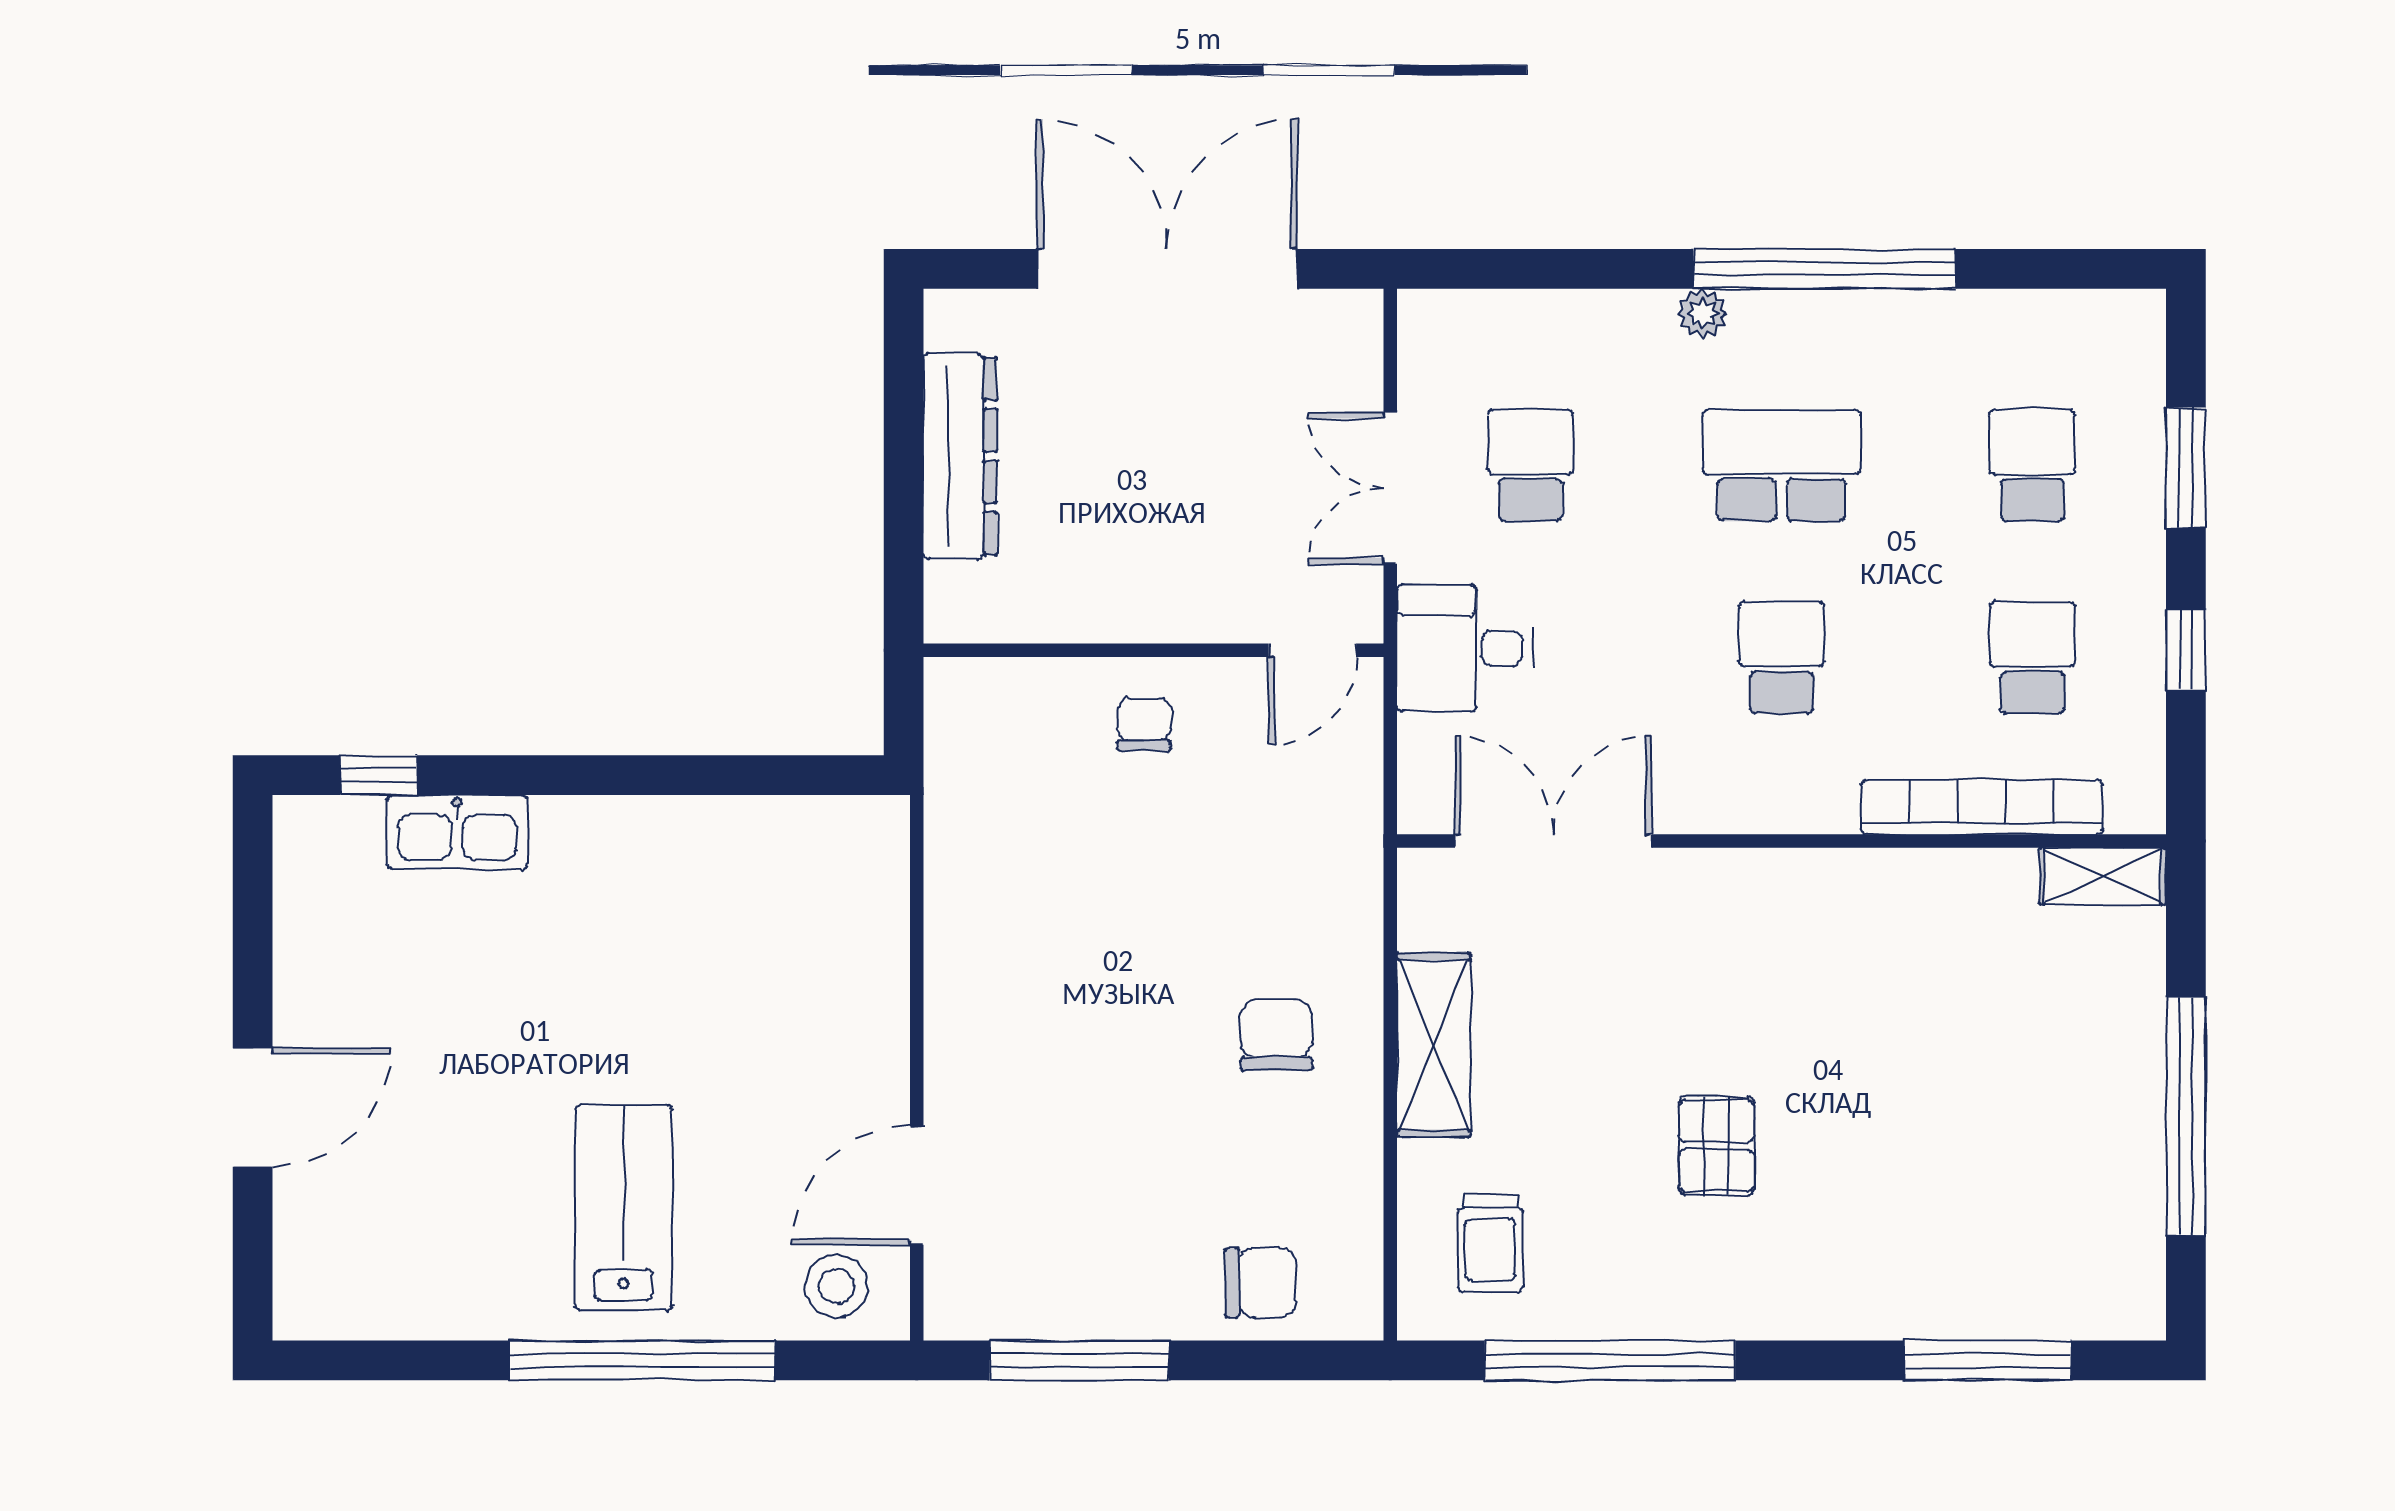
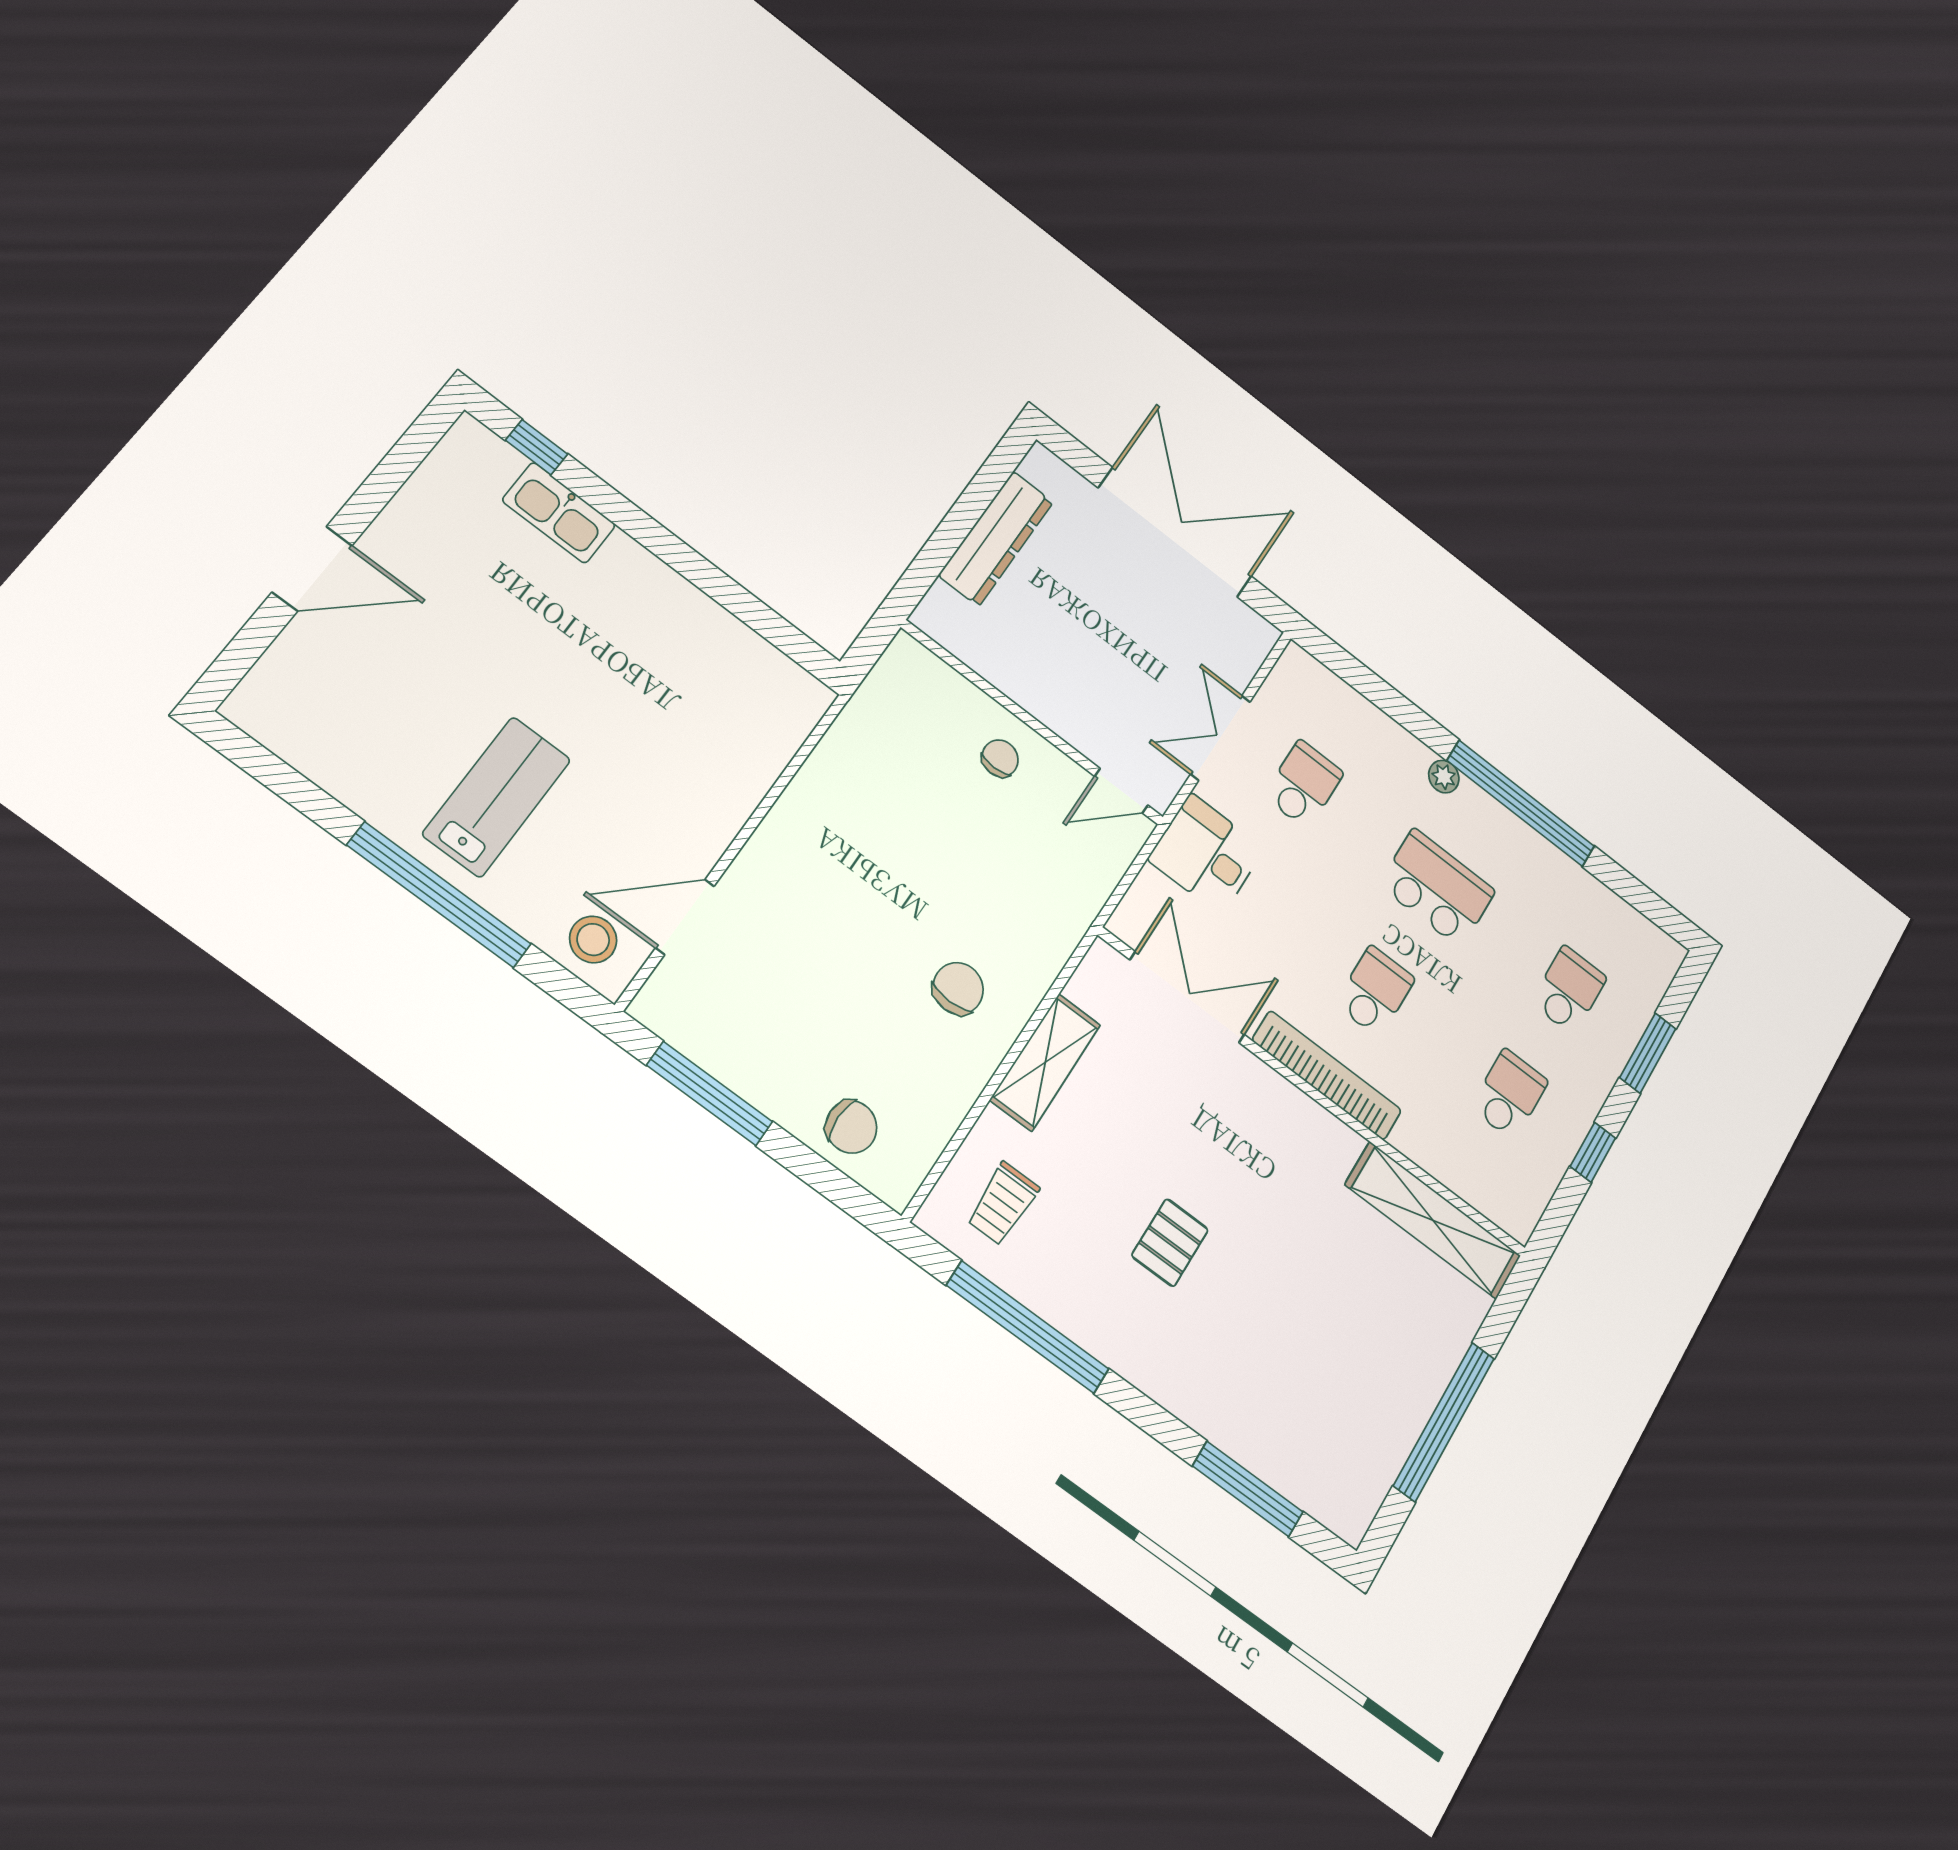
bookcase: (1982, 807) -> (1327, 1075), moved
shelving: (2103, 876) -> (1433, 1220), width x2.20, depth x1.33

